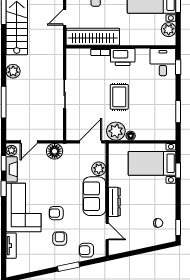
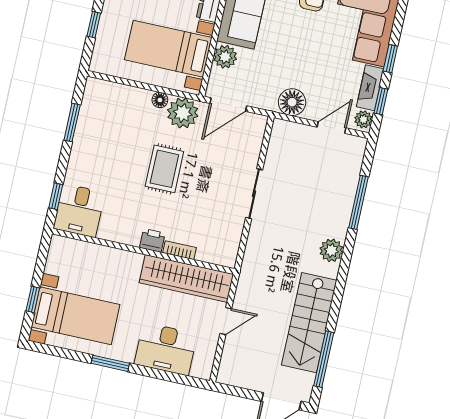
plant: (169, 30) -> (58, 262), removed
printer: (123, 57) -> (152, 240), width x0.53, depth x0.68
bed with nightstands: (152, 163) -> (168, 49), moved, turned 180

